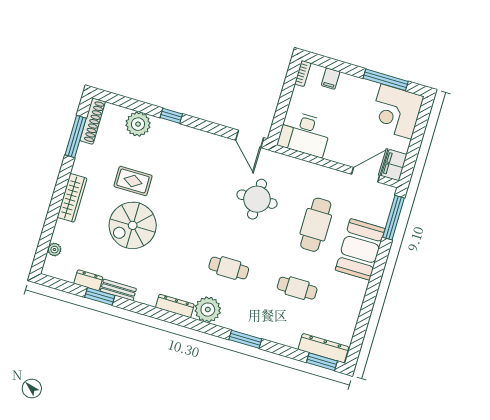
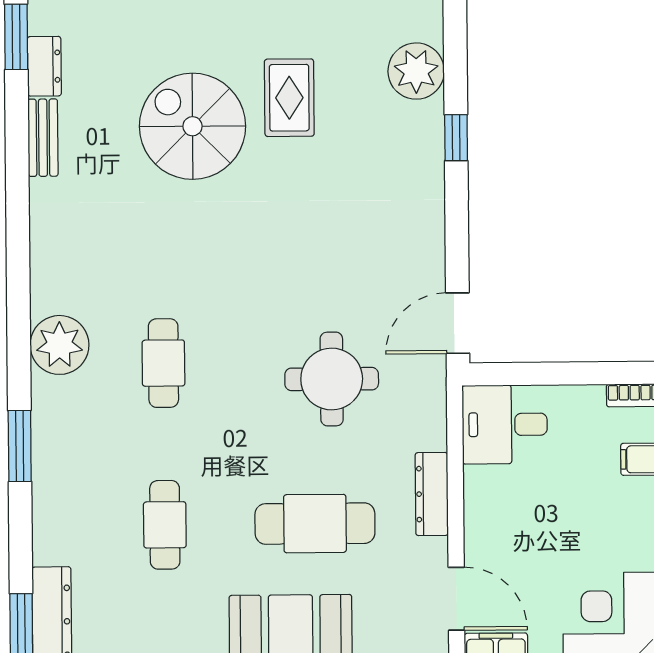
desk: (305, 134) -> (505, 424), width x0.73
window: (100, 296) -> (16, 37), moved
dresser: (175, 306) -> (432, 494), moved, turned 180

